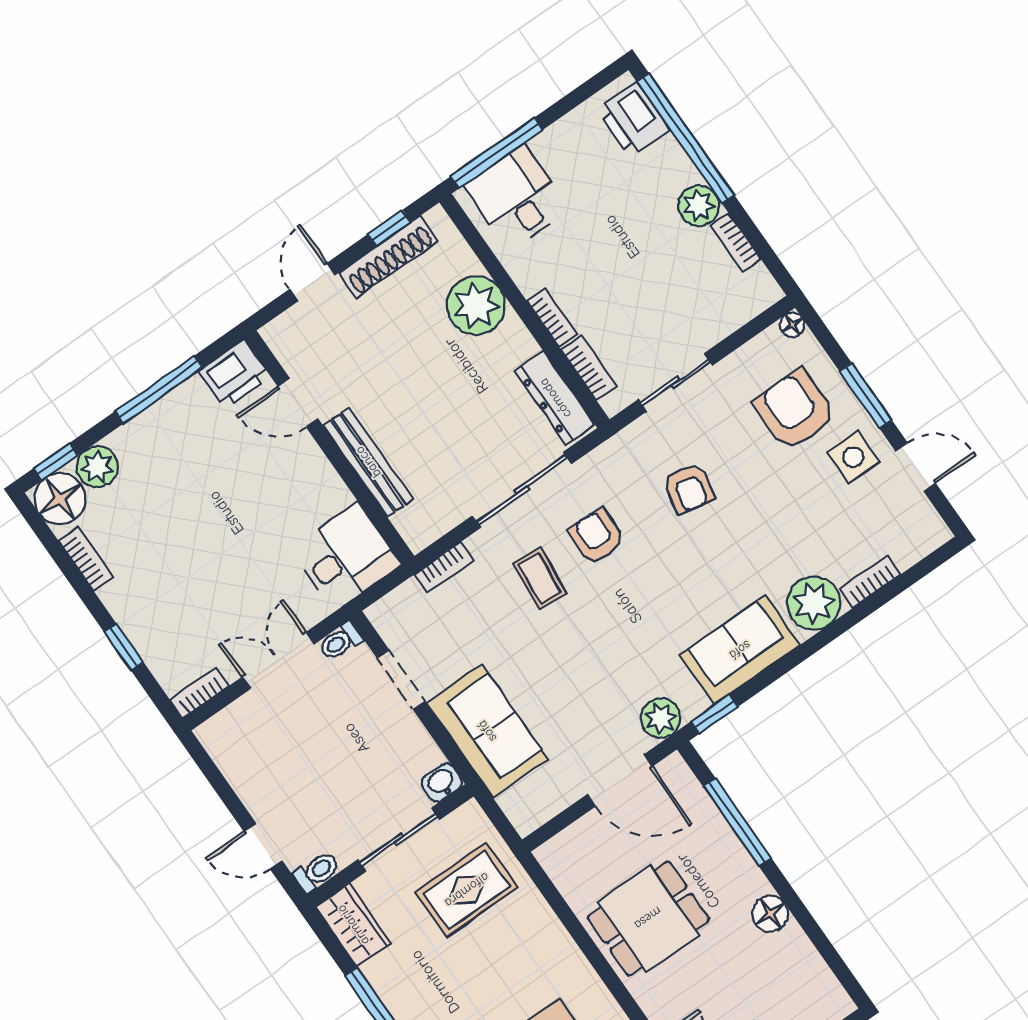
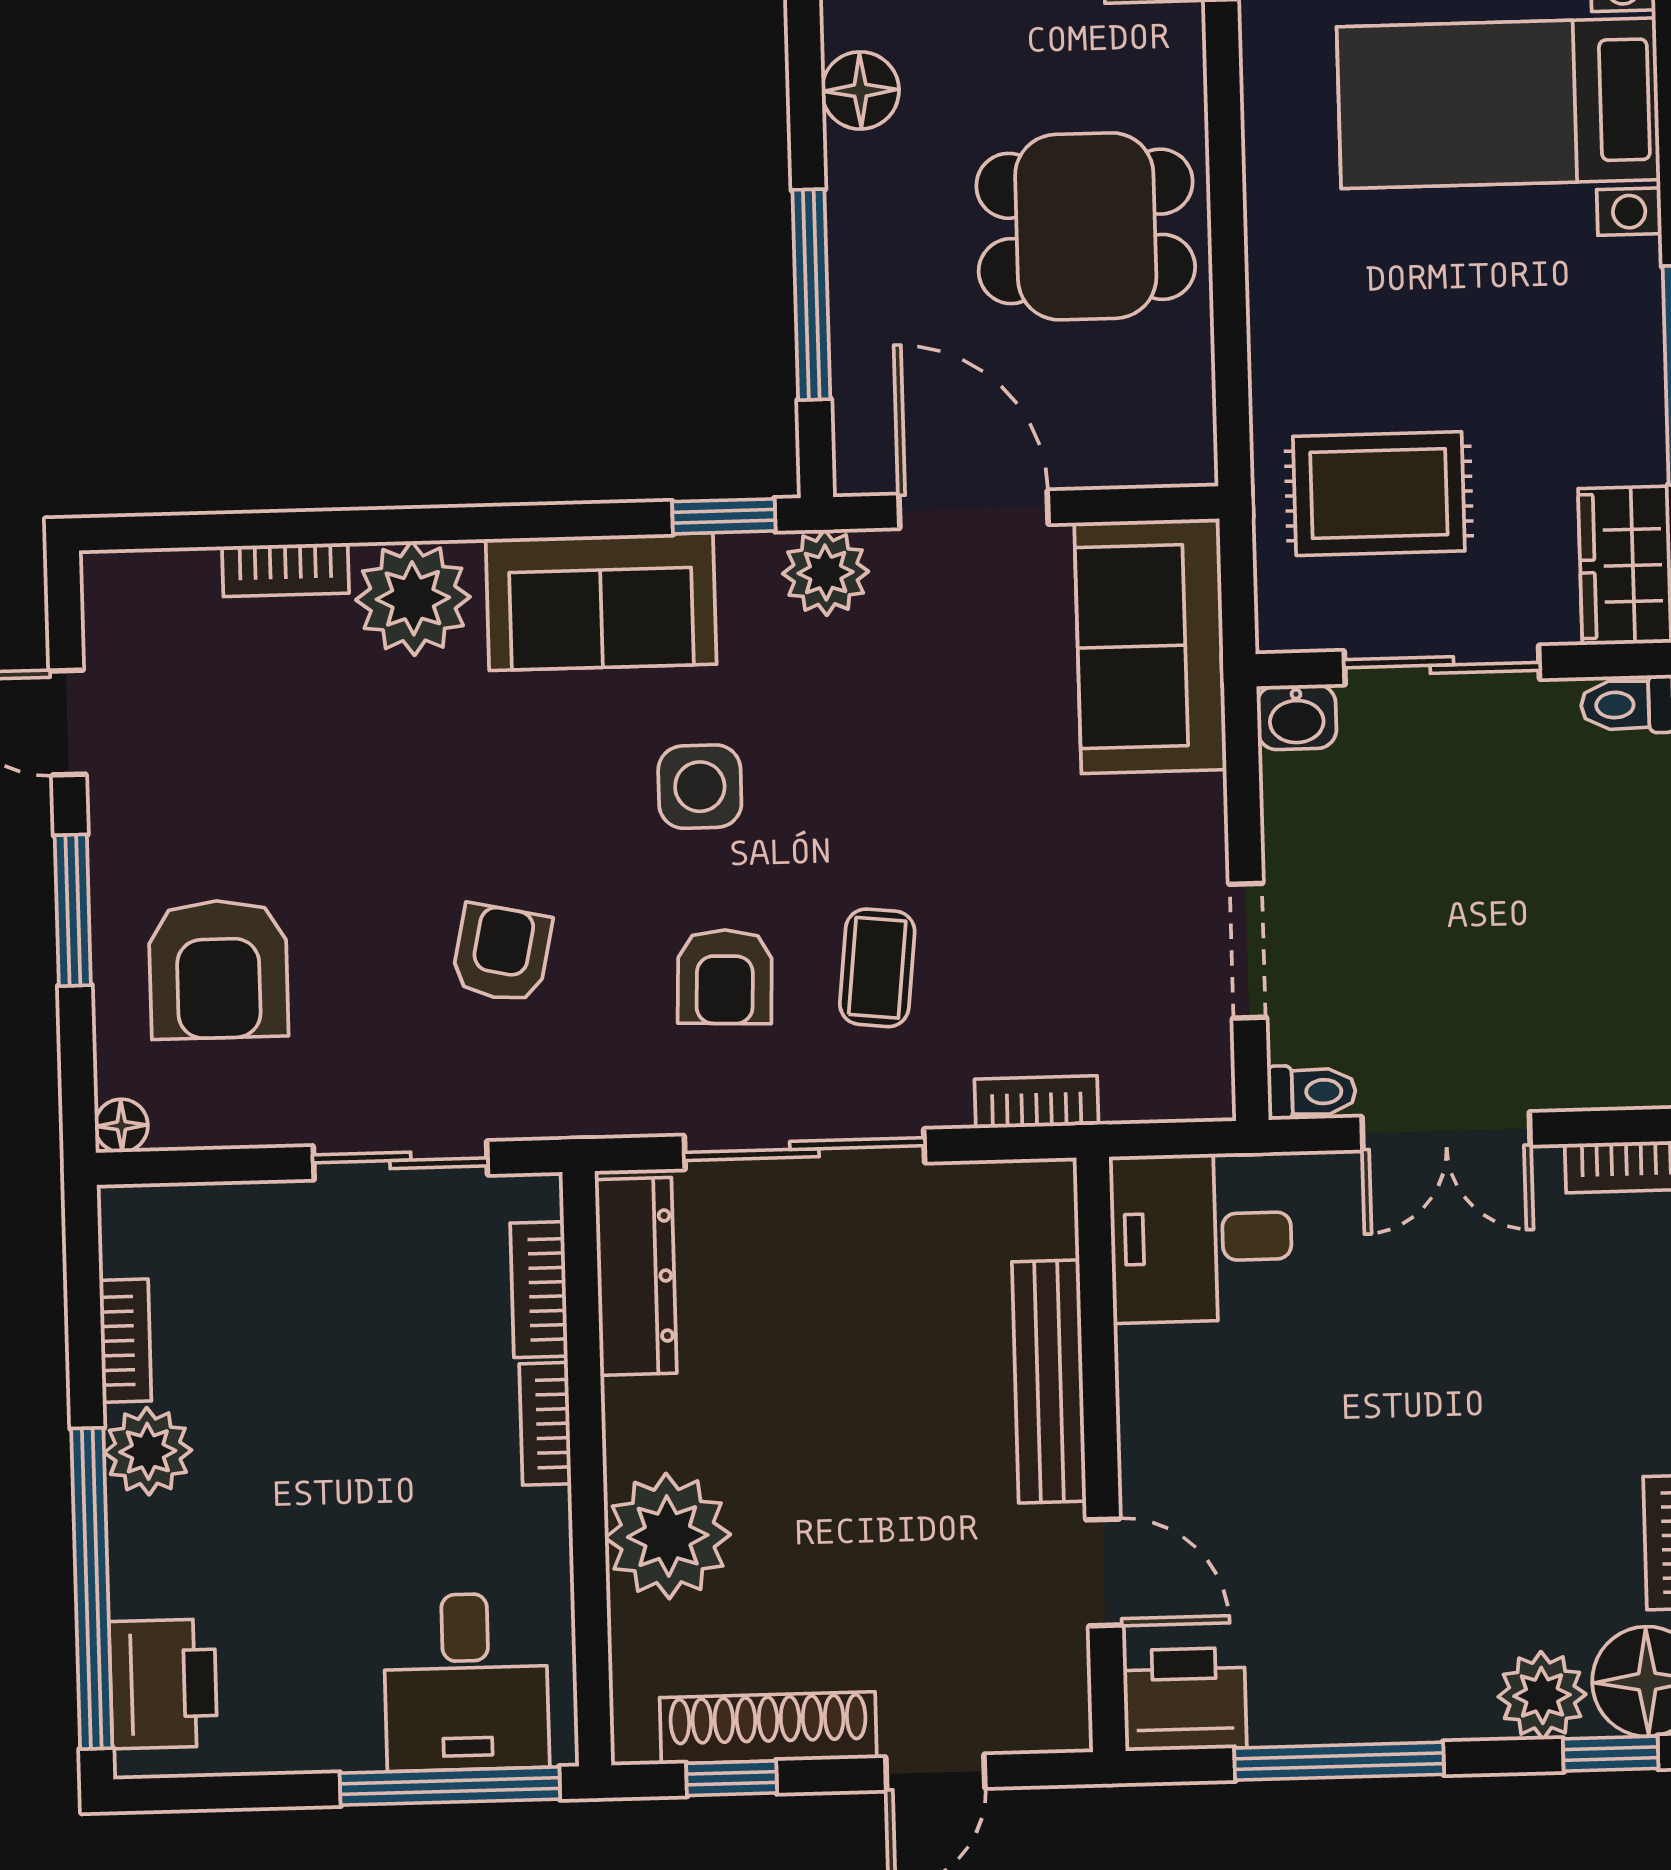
side table: (853, 457) -> (700, 787), moved
sofa: (487, 731) -> (1150, 646), moved

